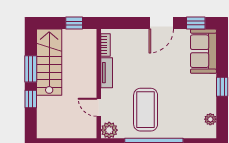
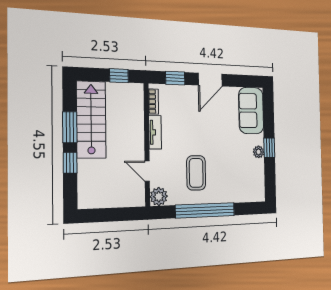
window: (196, 23) -> (175, 78), moved
coffee table: (146, 110) -> (196, 173), width x0.73, depth x0.76
plant: (210, 119) -> (259, 152), moved

